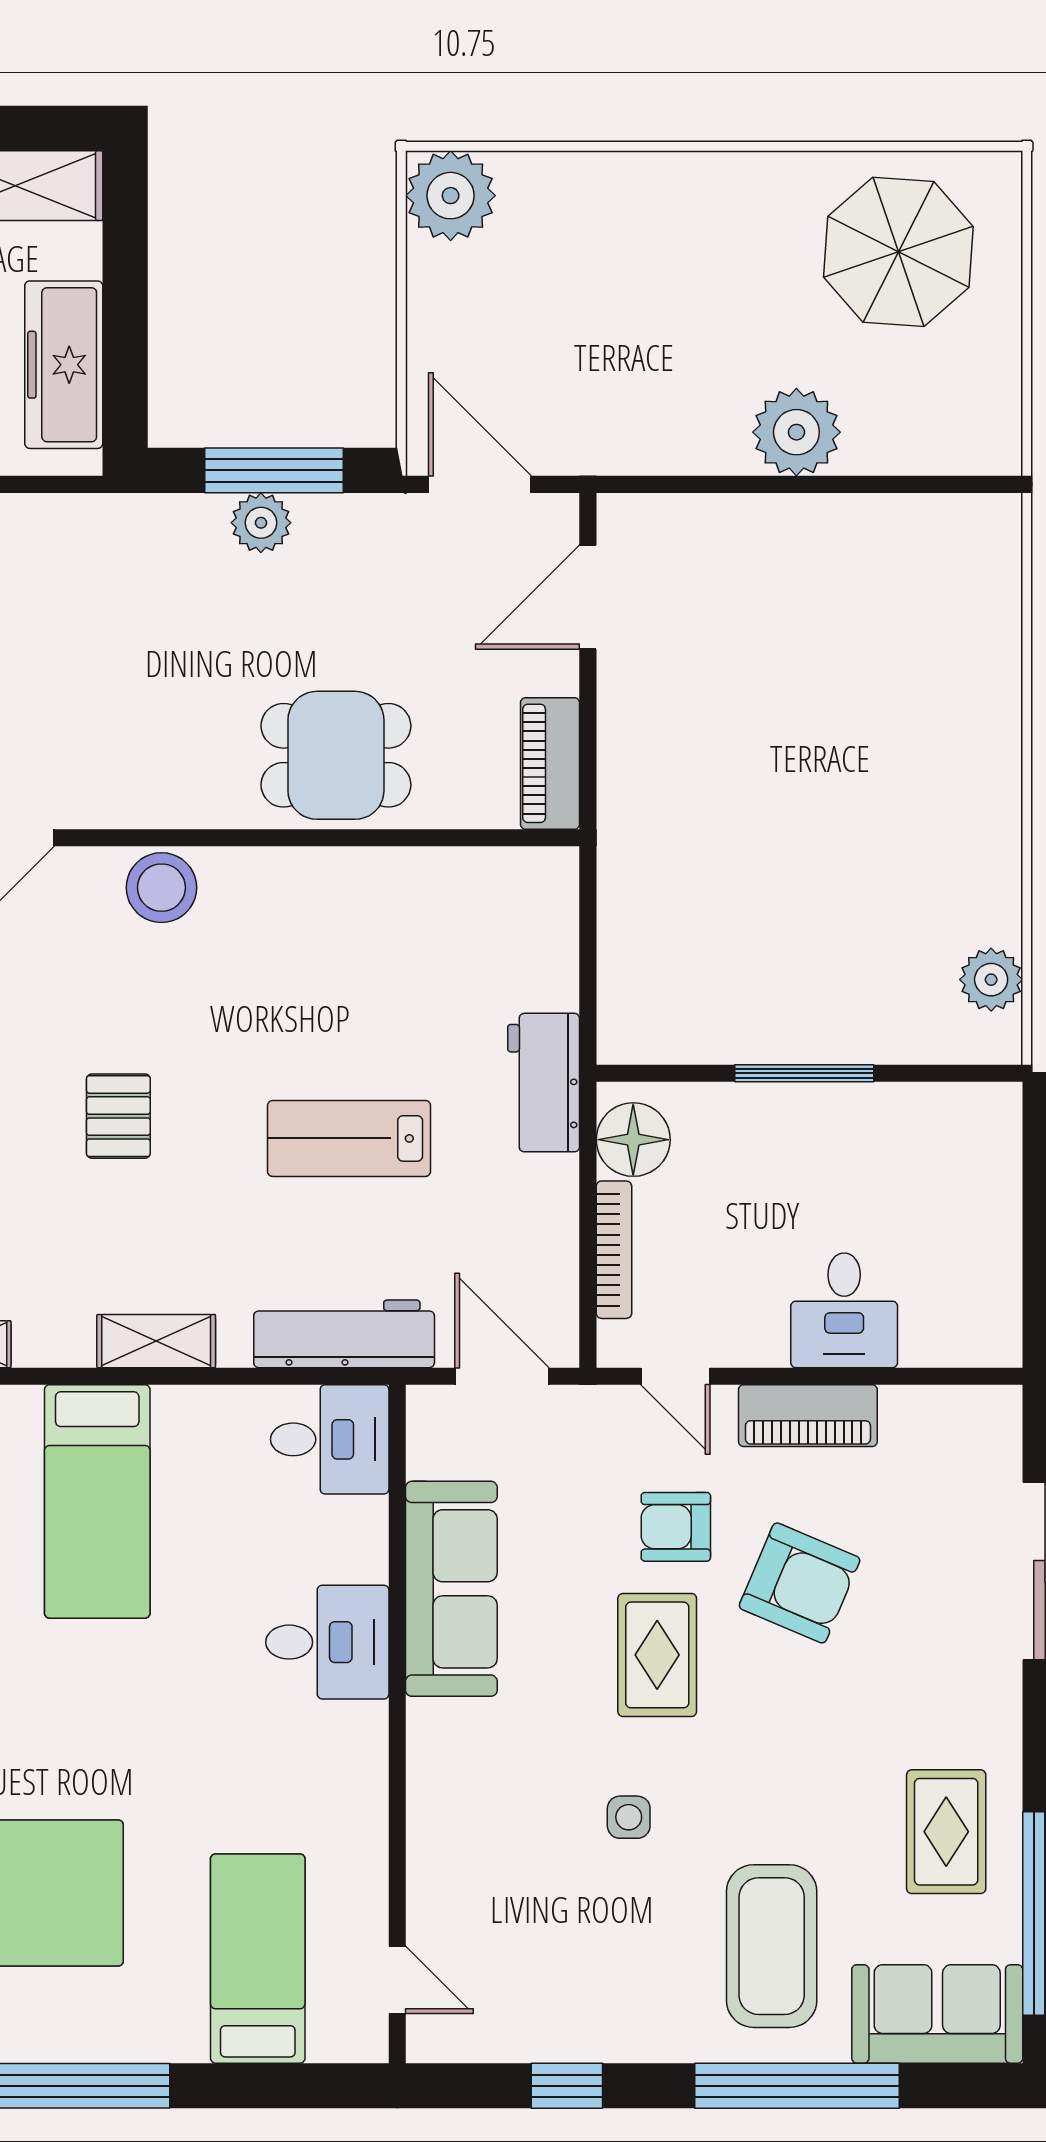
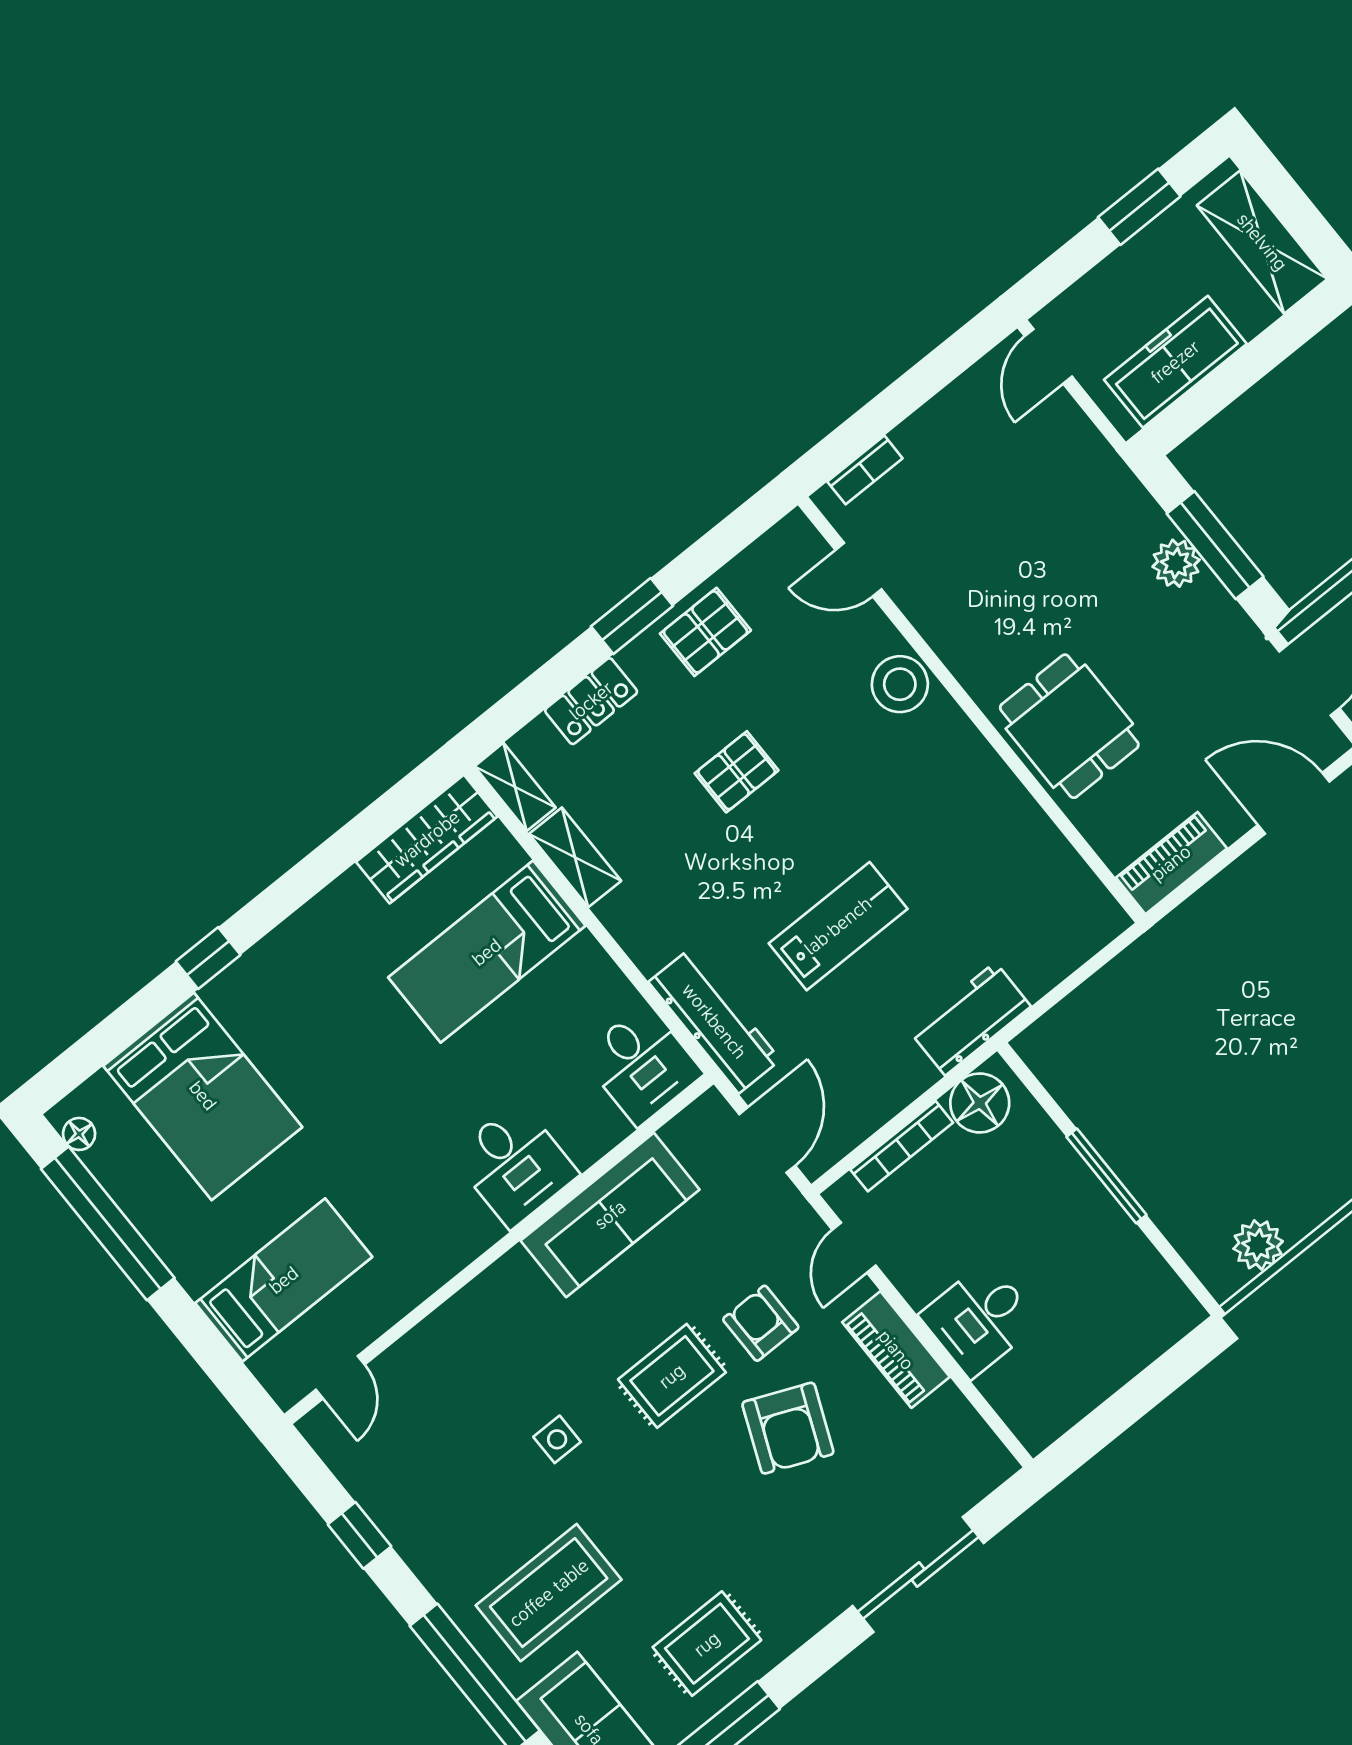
lab bench: (349, 1138) -> (838, 926), turned 90
shelving: (156, 1341) -> (575, 857), moved

